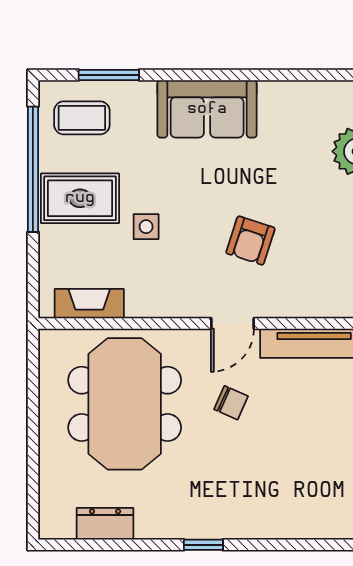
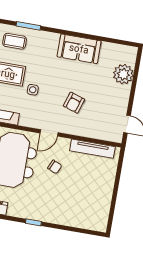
sofa: (207, 109) -> (79, 49), moved
door: (232, 324) -> (49, 133), moved

